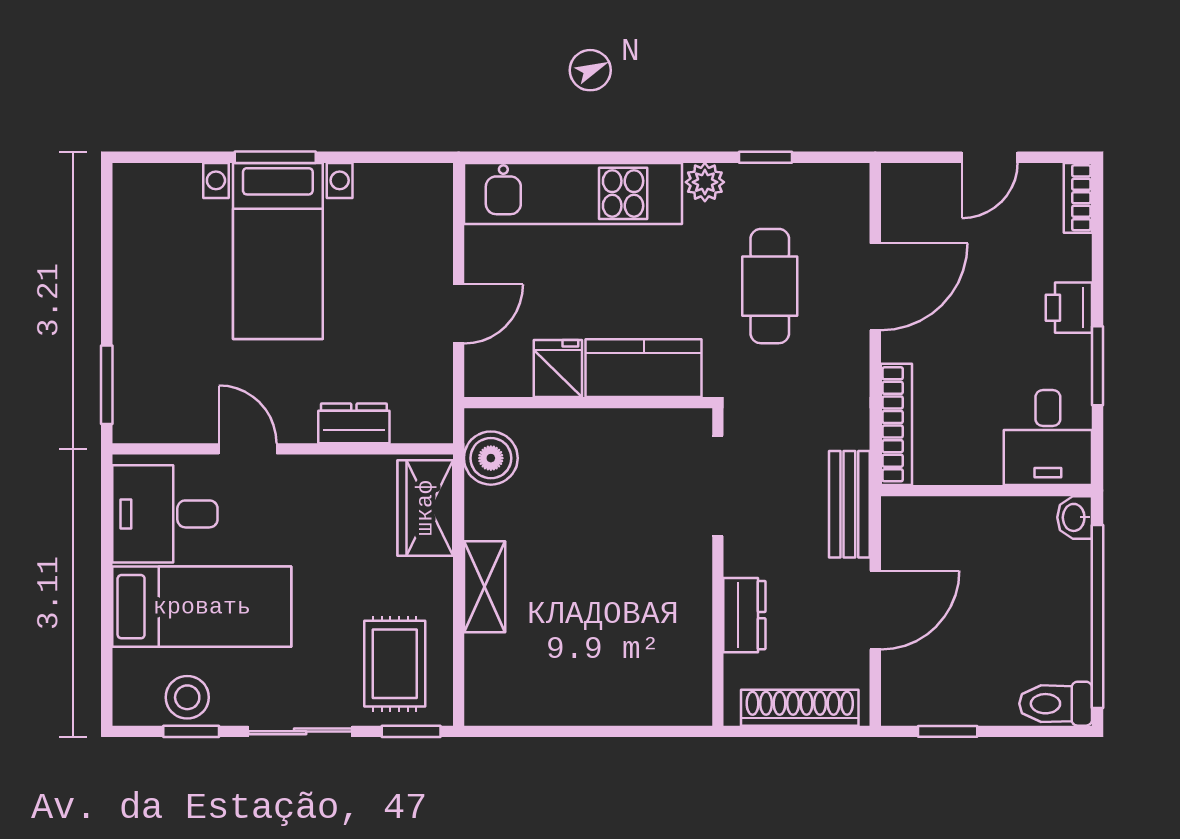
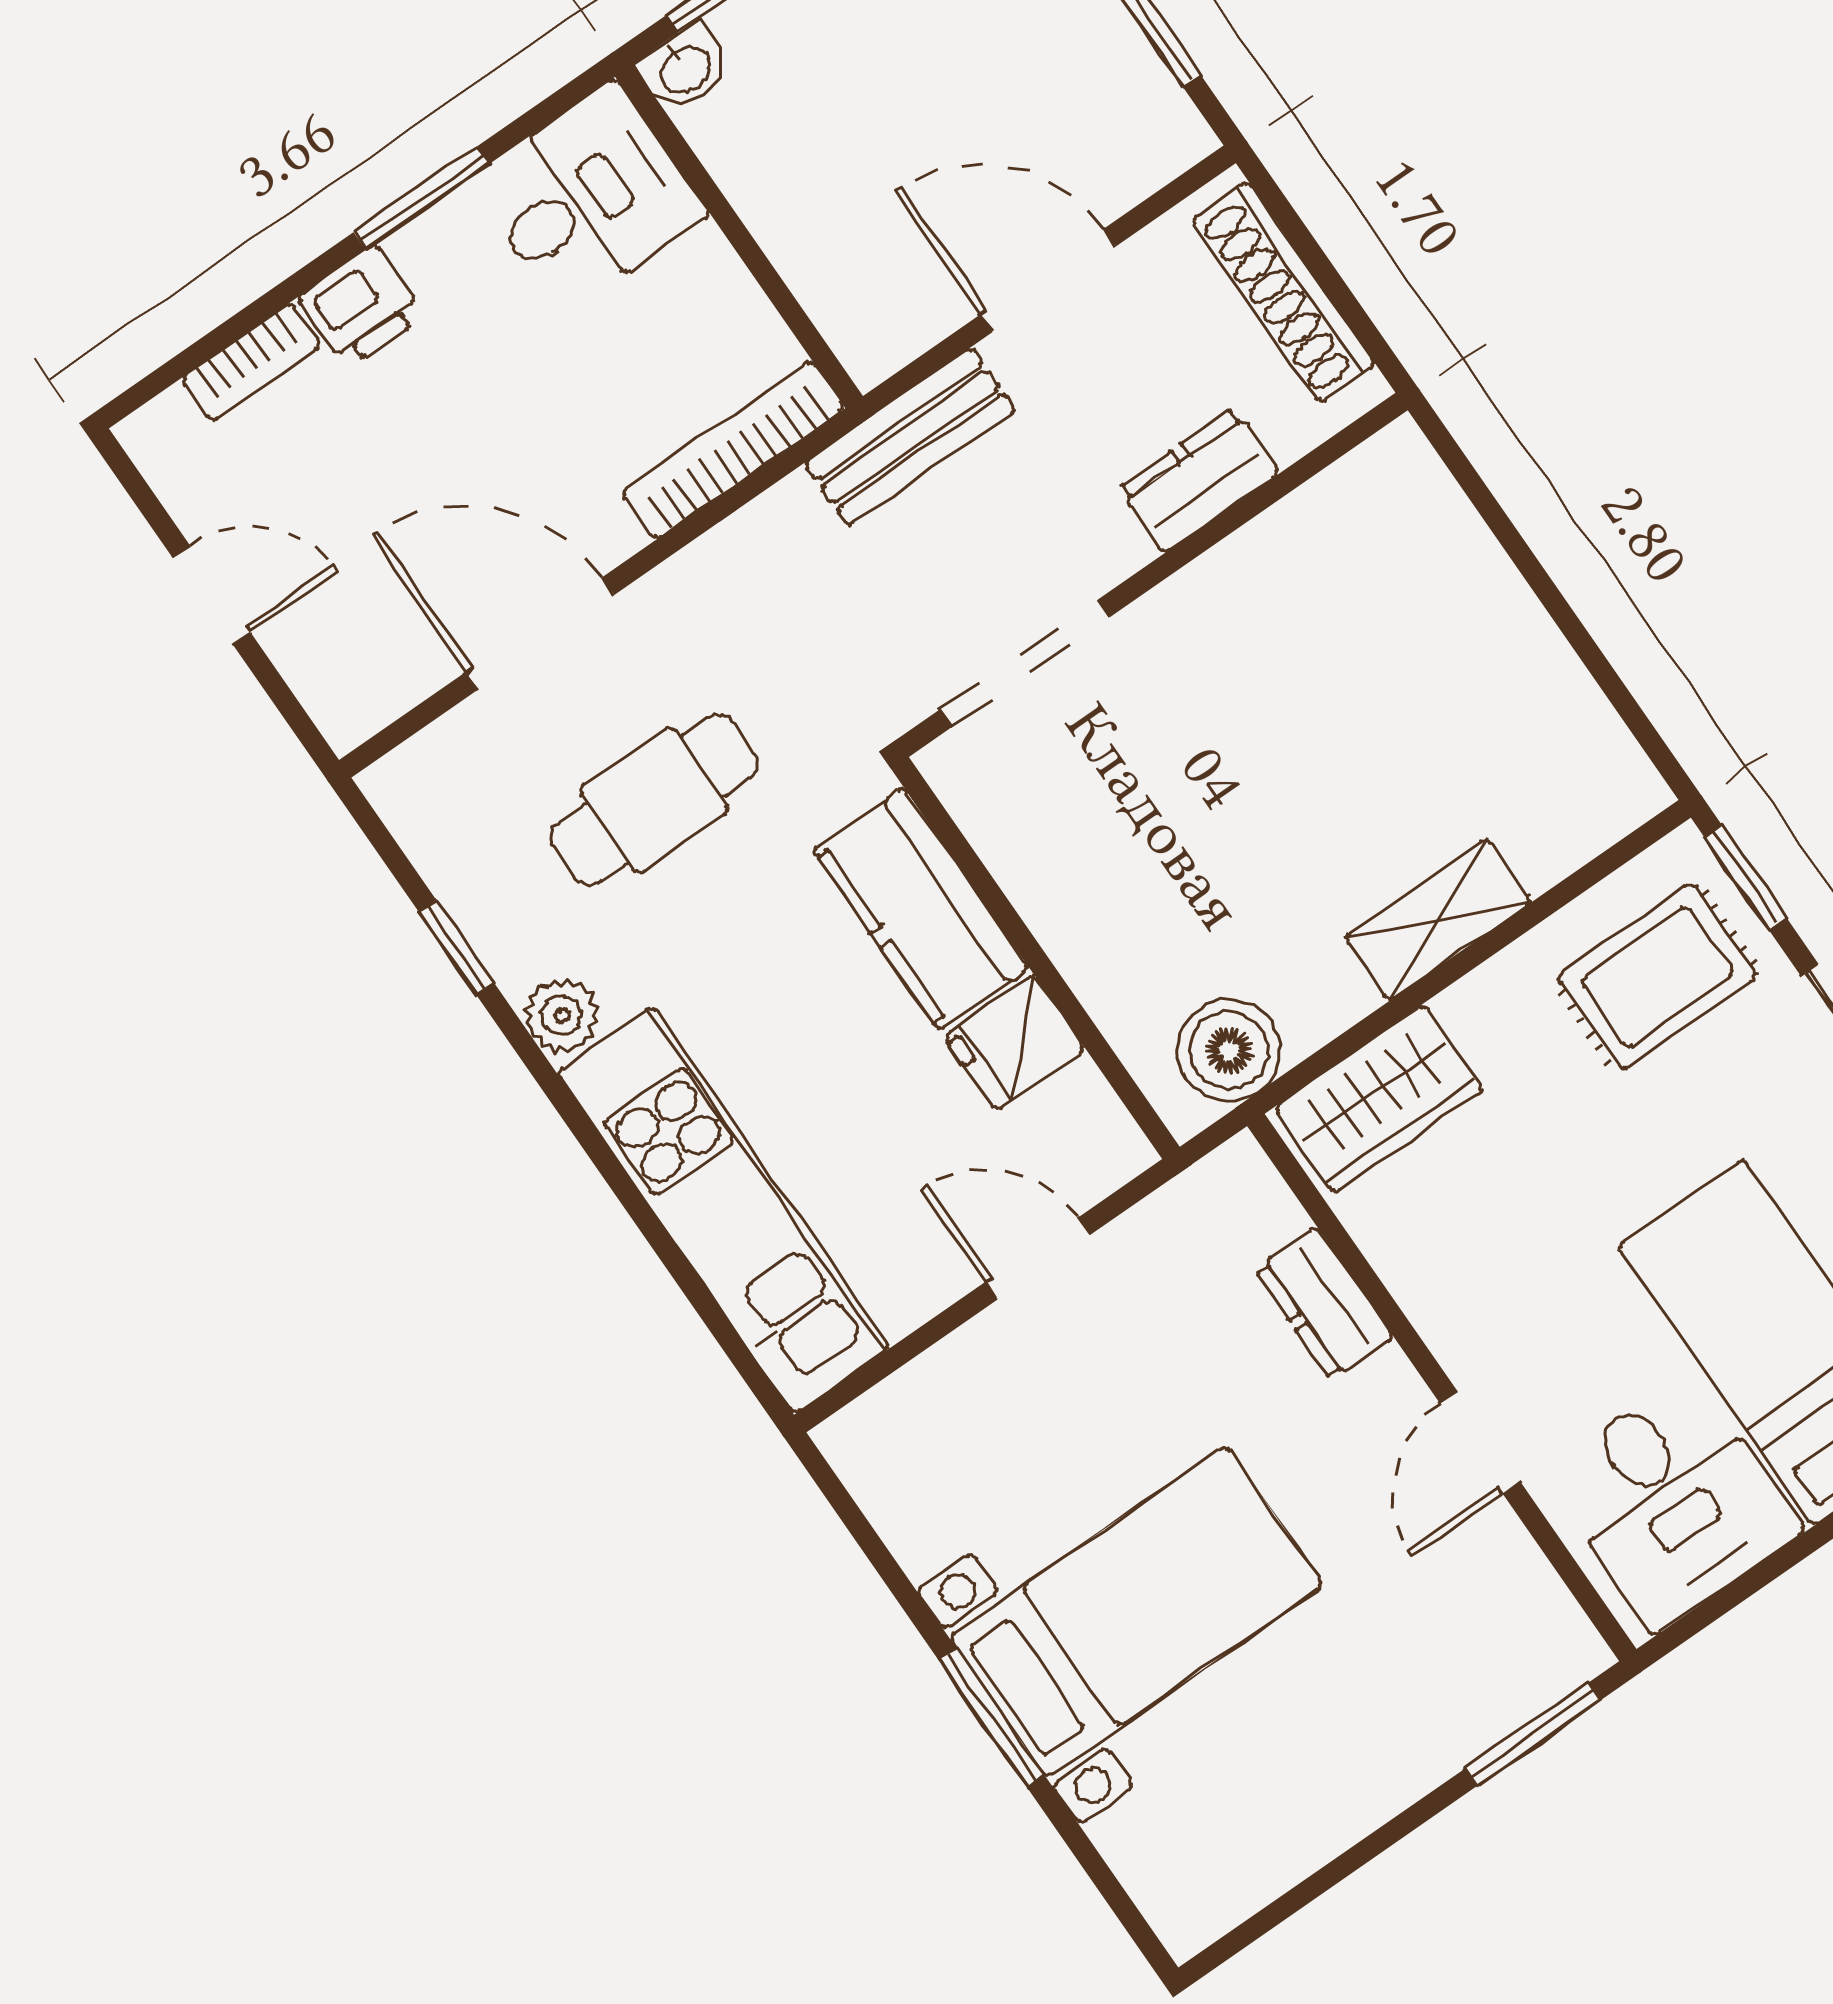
bookcase: (1078, 198) -> (251, 362), moved

